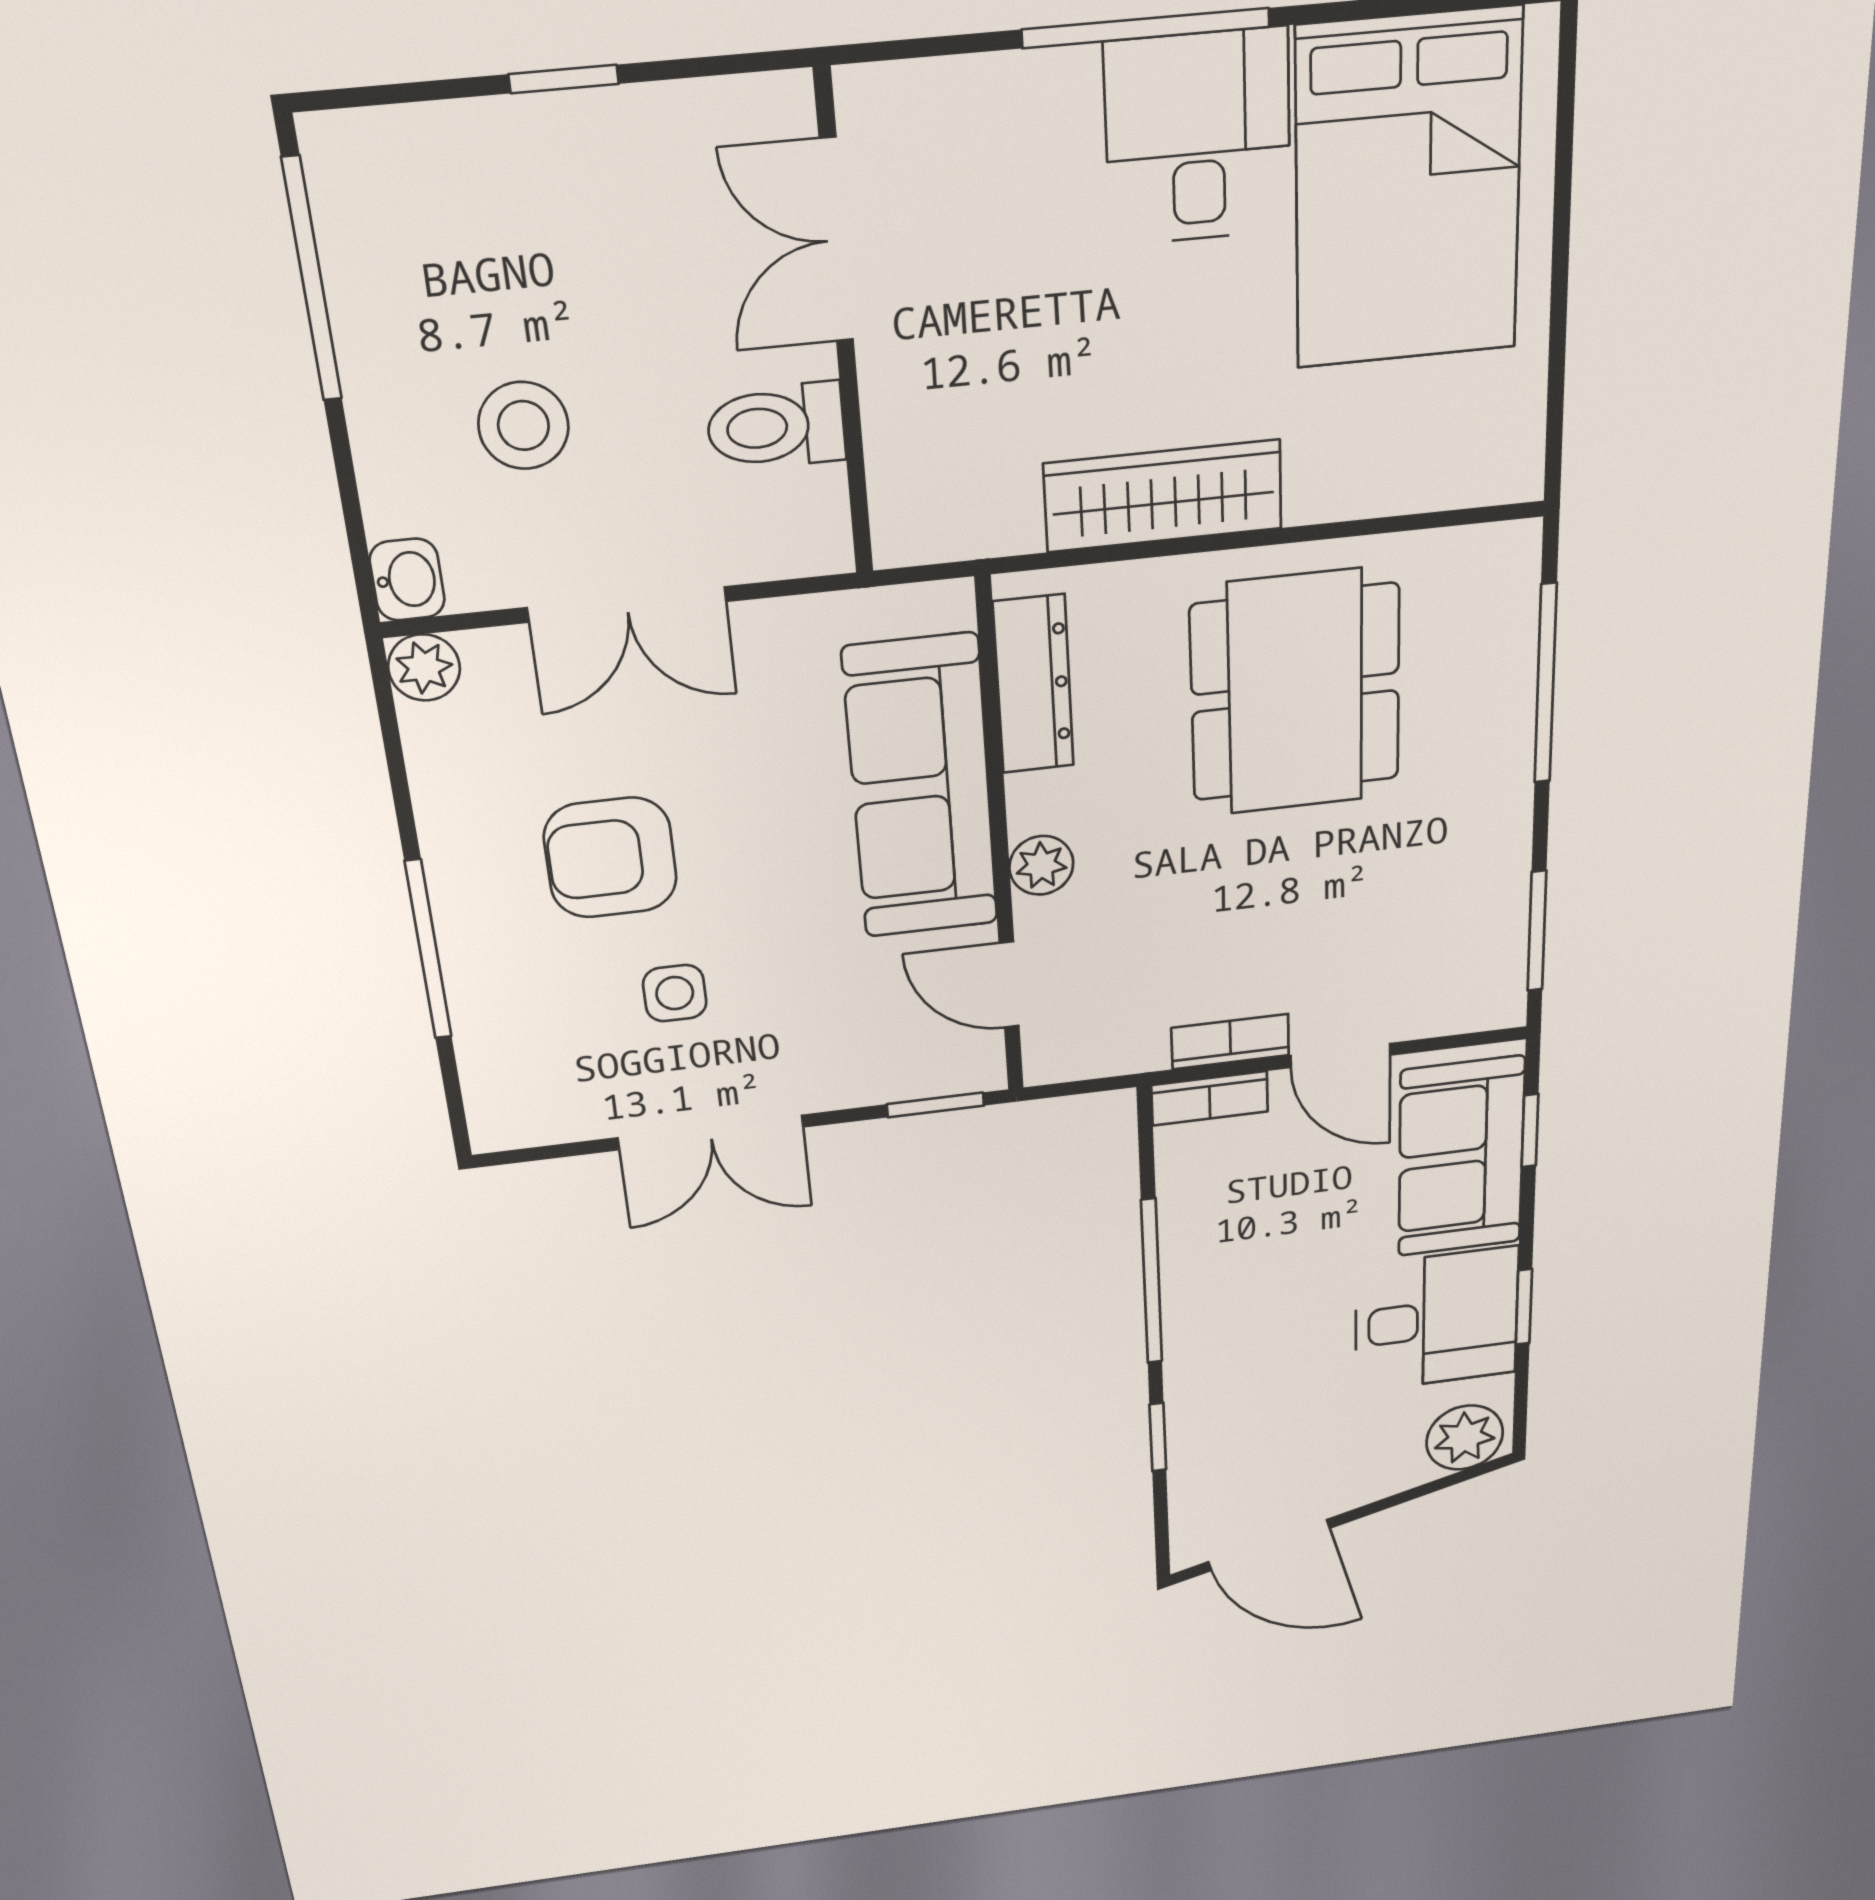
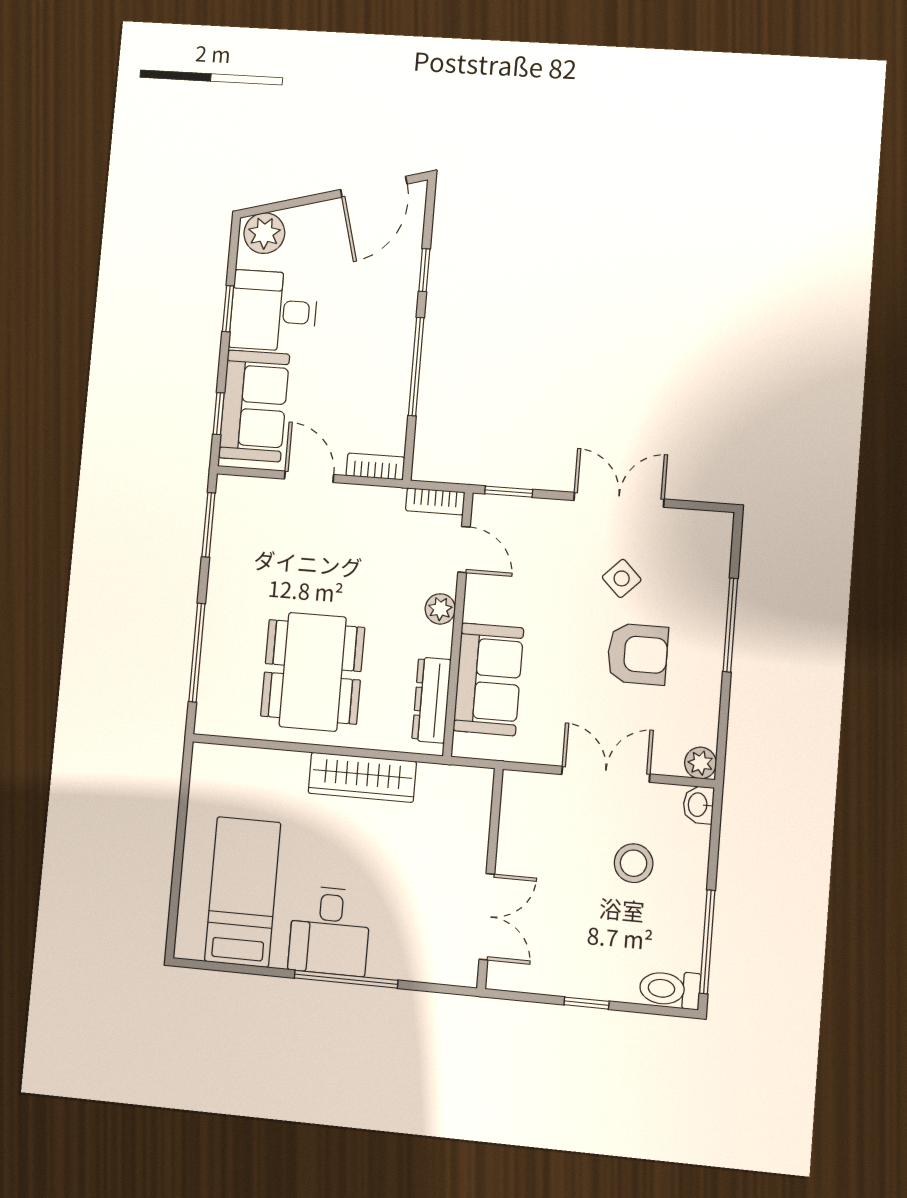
bed: (1408, 190) -> (243, 892), width x0.67
toilet: (776, 426) -> (670, 989), moved, turned 180
sofa: (921, 788) -> (488, 679), width x0.73
side table: (675, 993) -> (622, 578), turned 45
bookcase: (1230, 1042) -> (435, 501), moved
door: (1269, 1545) -> (374, 187), swing flipped

